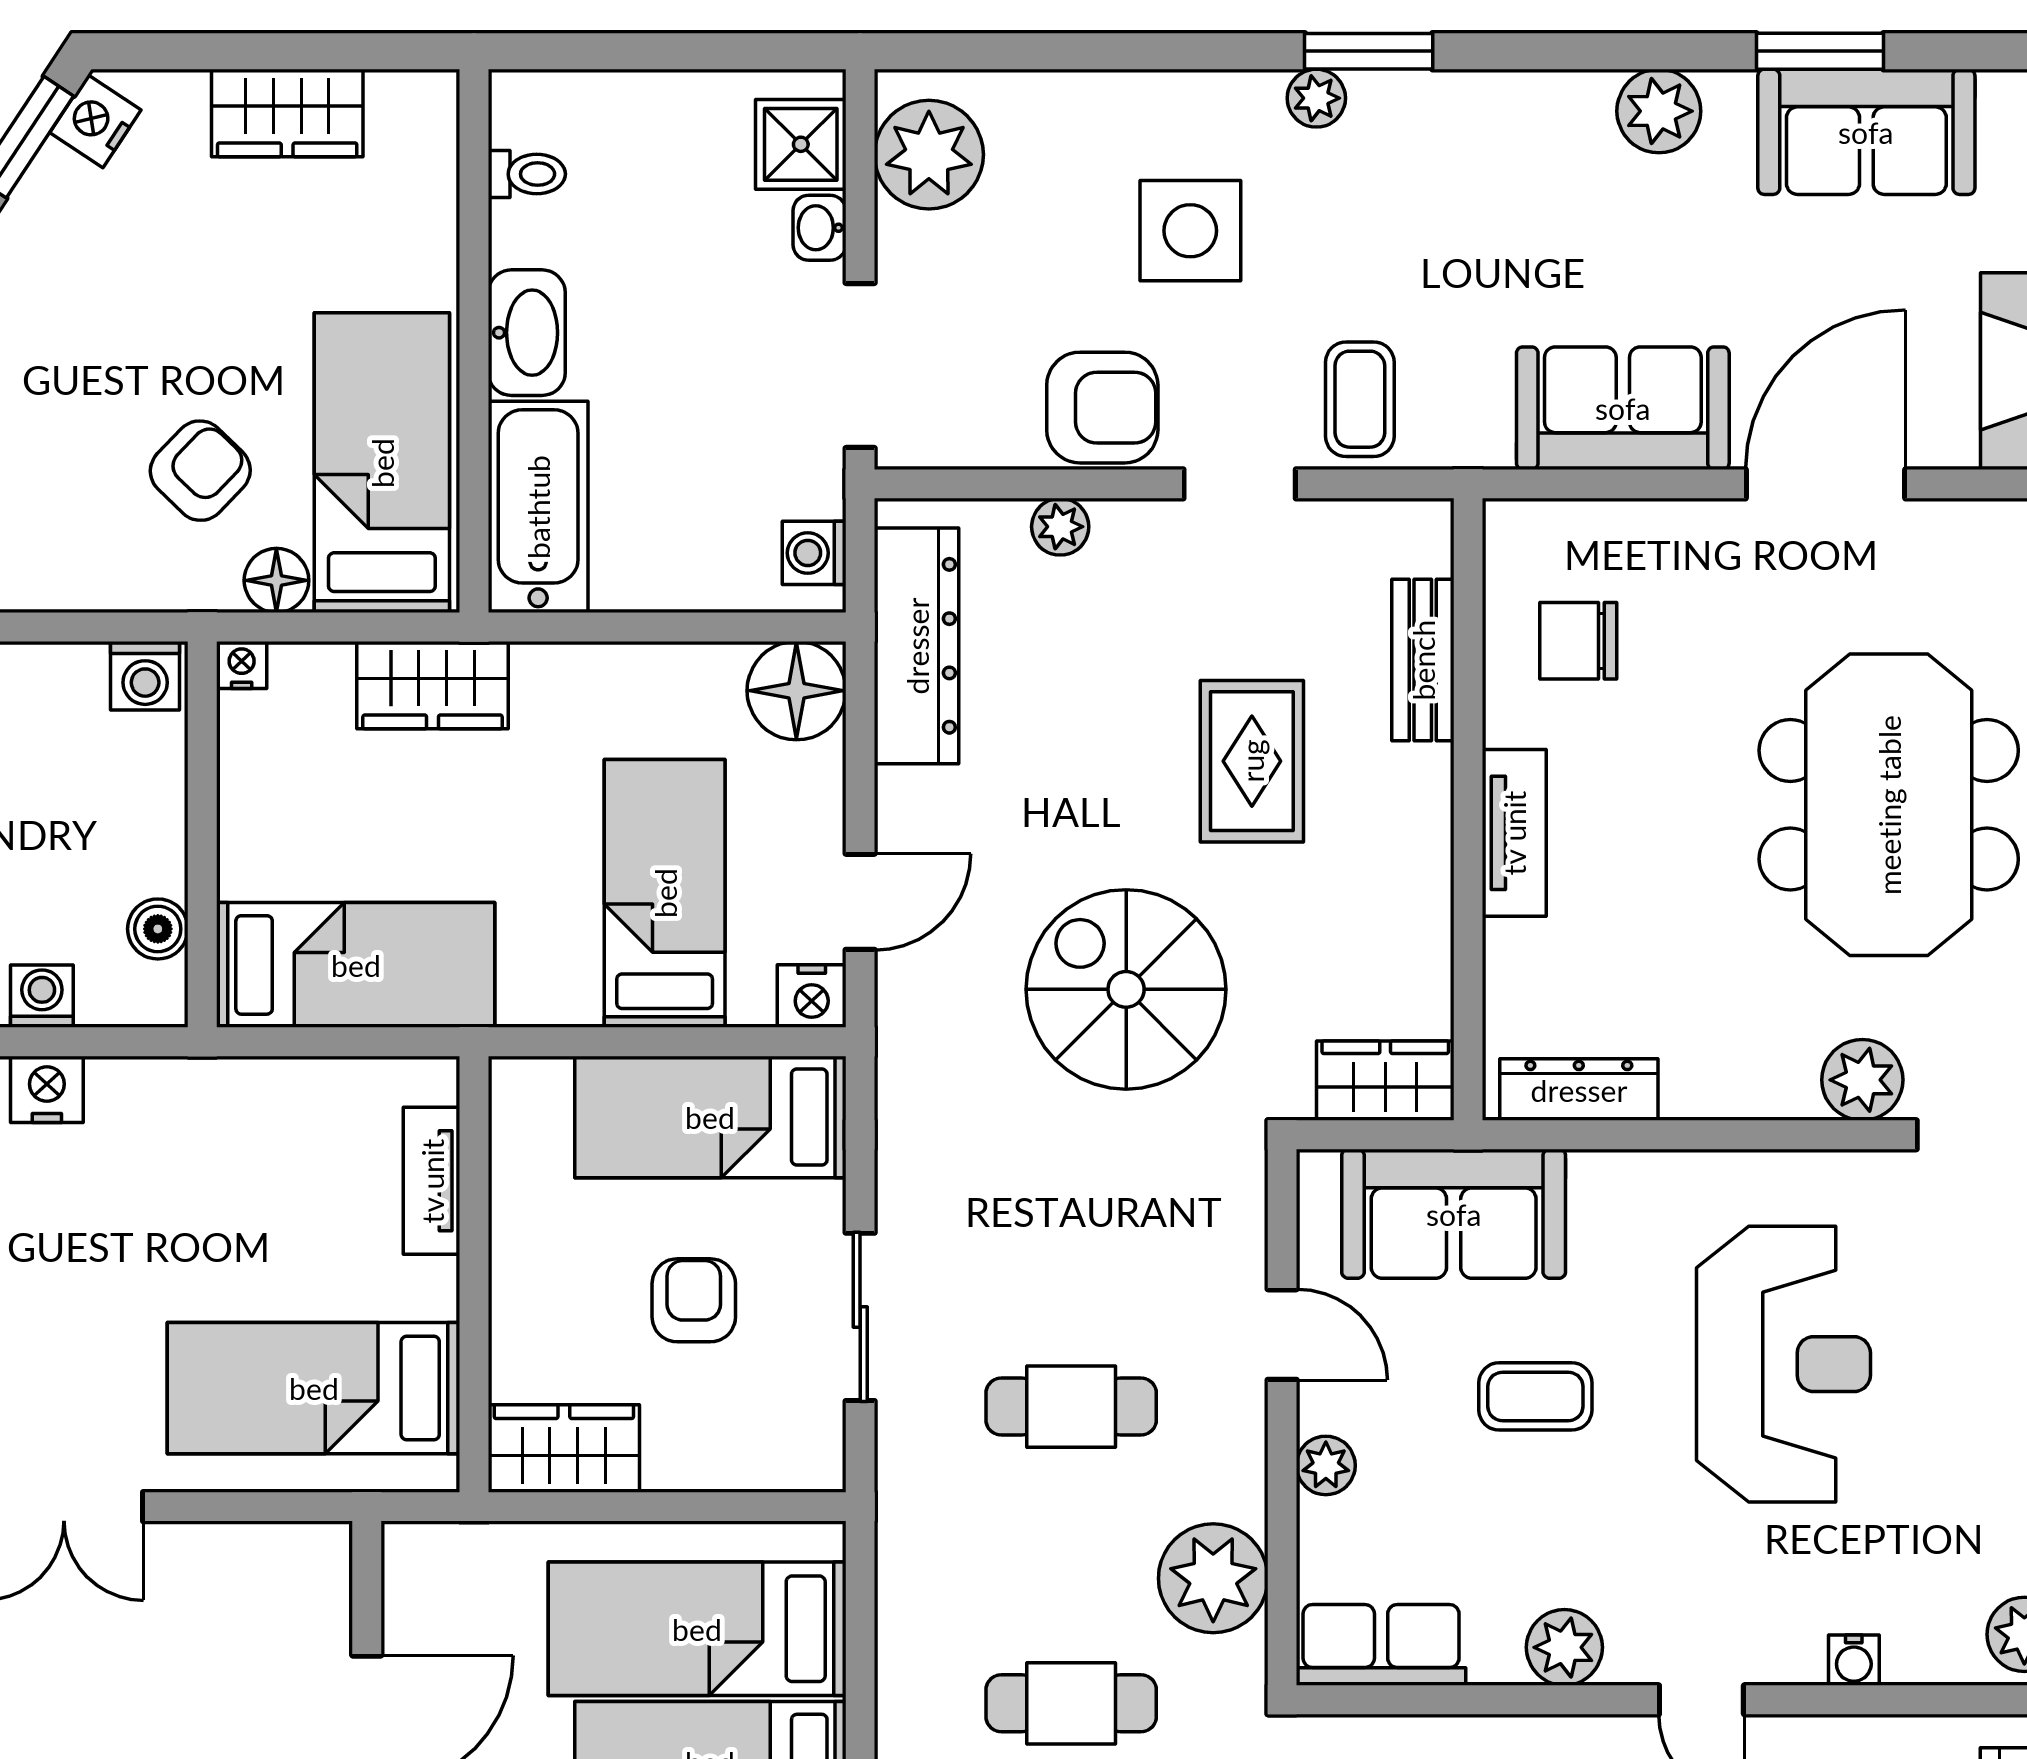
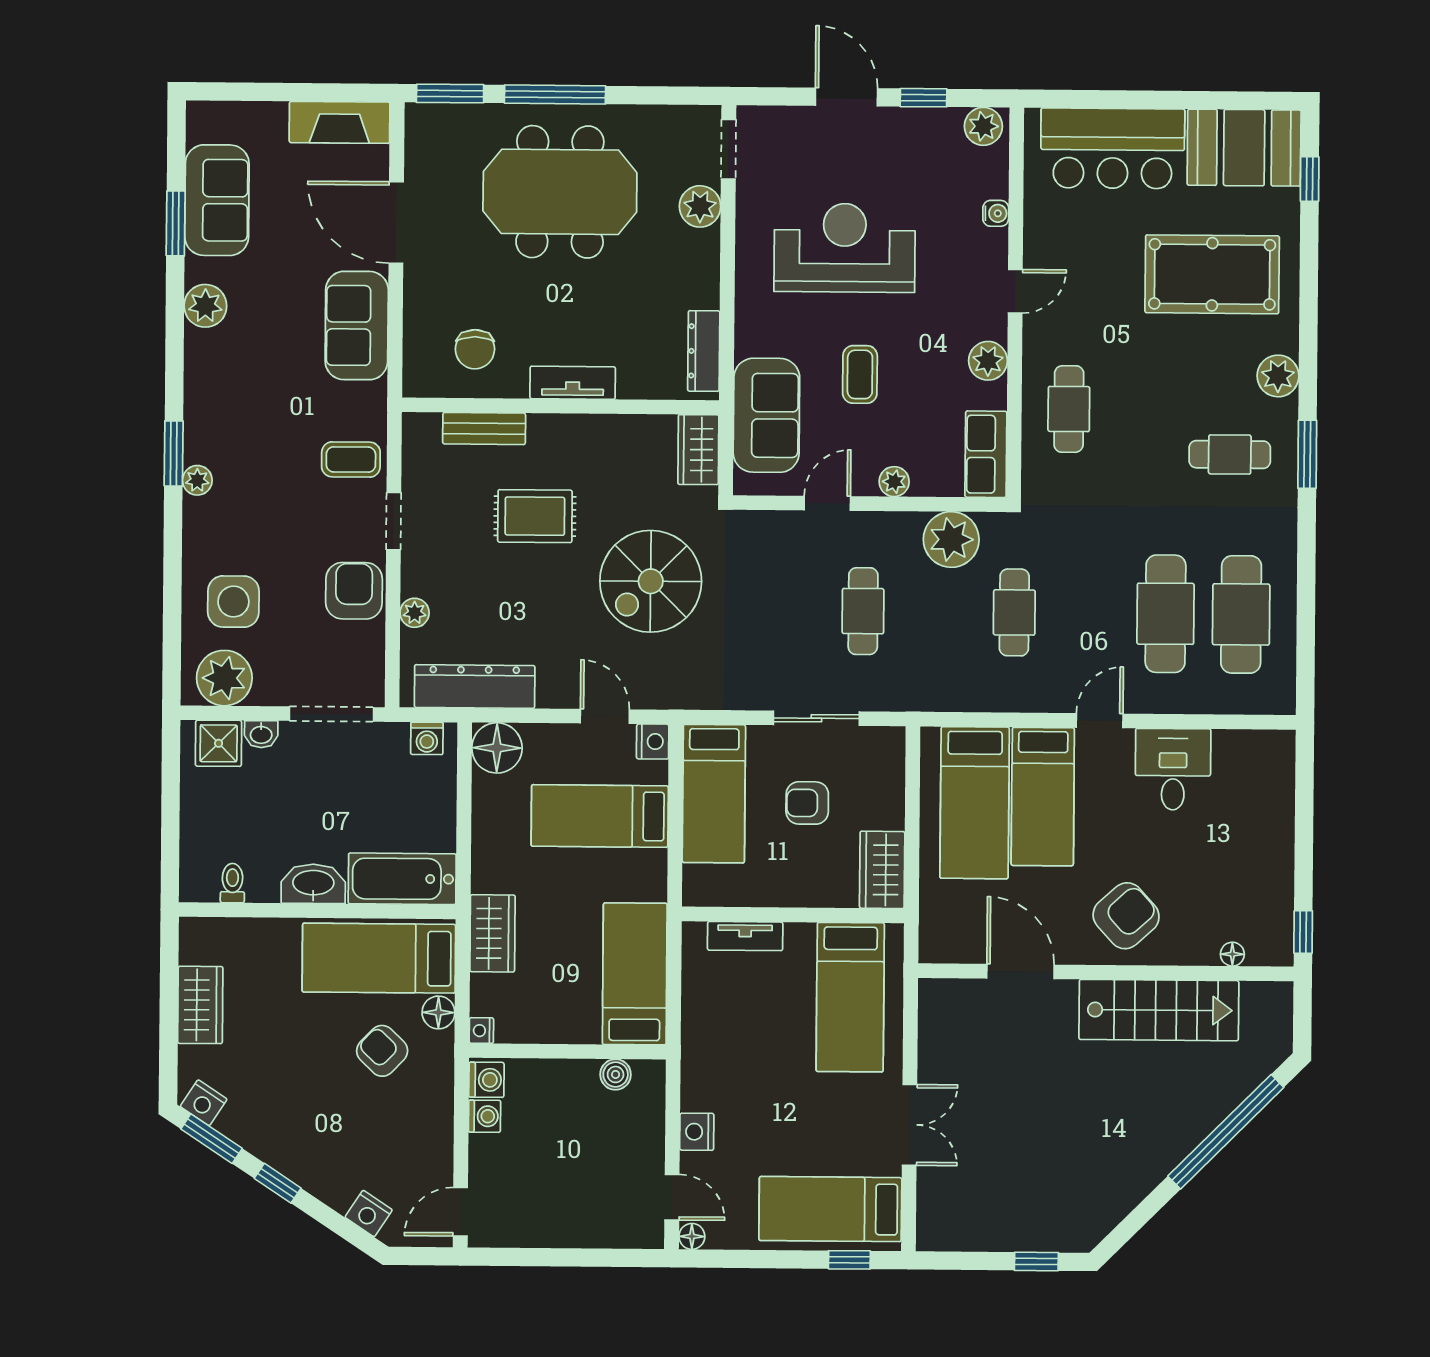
side table: (1190, 231) -> (233, 602), moved
washing machine: (42, 996) -> (485, 1116), moved, turned 180

